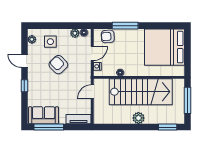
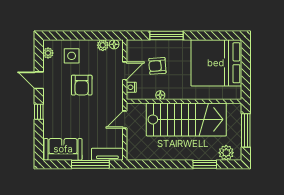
armchair: (108, 36) -> (157, 66), moved
armchair: (58, 65) -> (82, 85), turned -136
plant: (138, 118) -> (226, 153), moved
window: (49, 127) -> (90, 164), moved
window: (168, 127) -> (205, 164), moved

